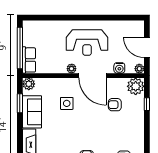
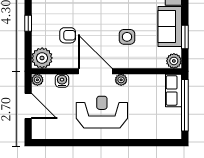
window: (147, 104) -> (28, 23), moved

